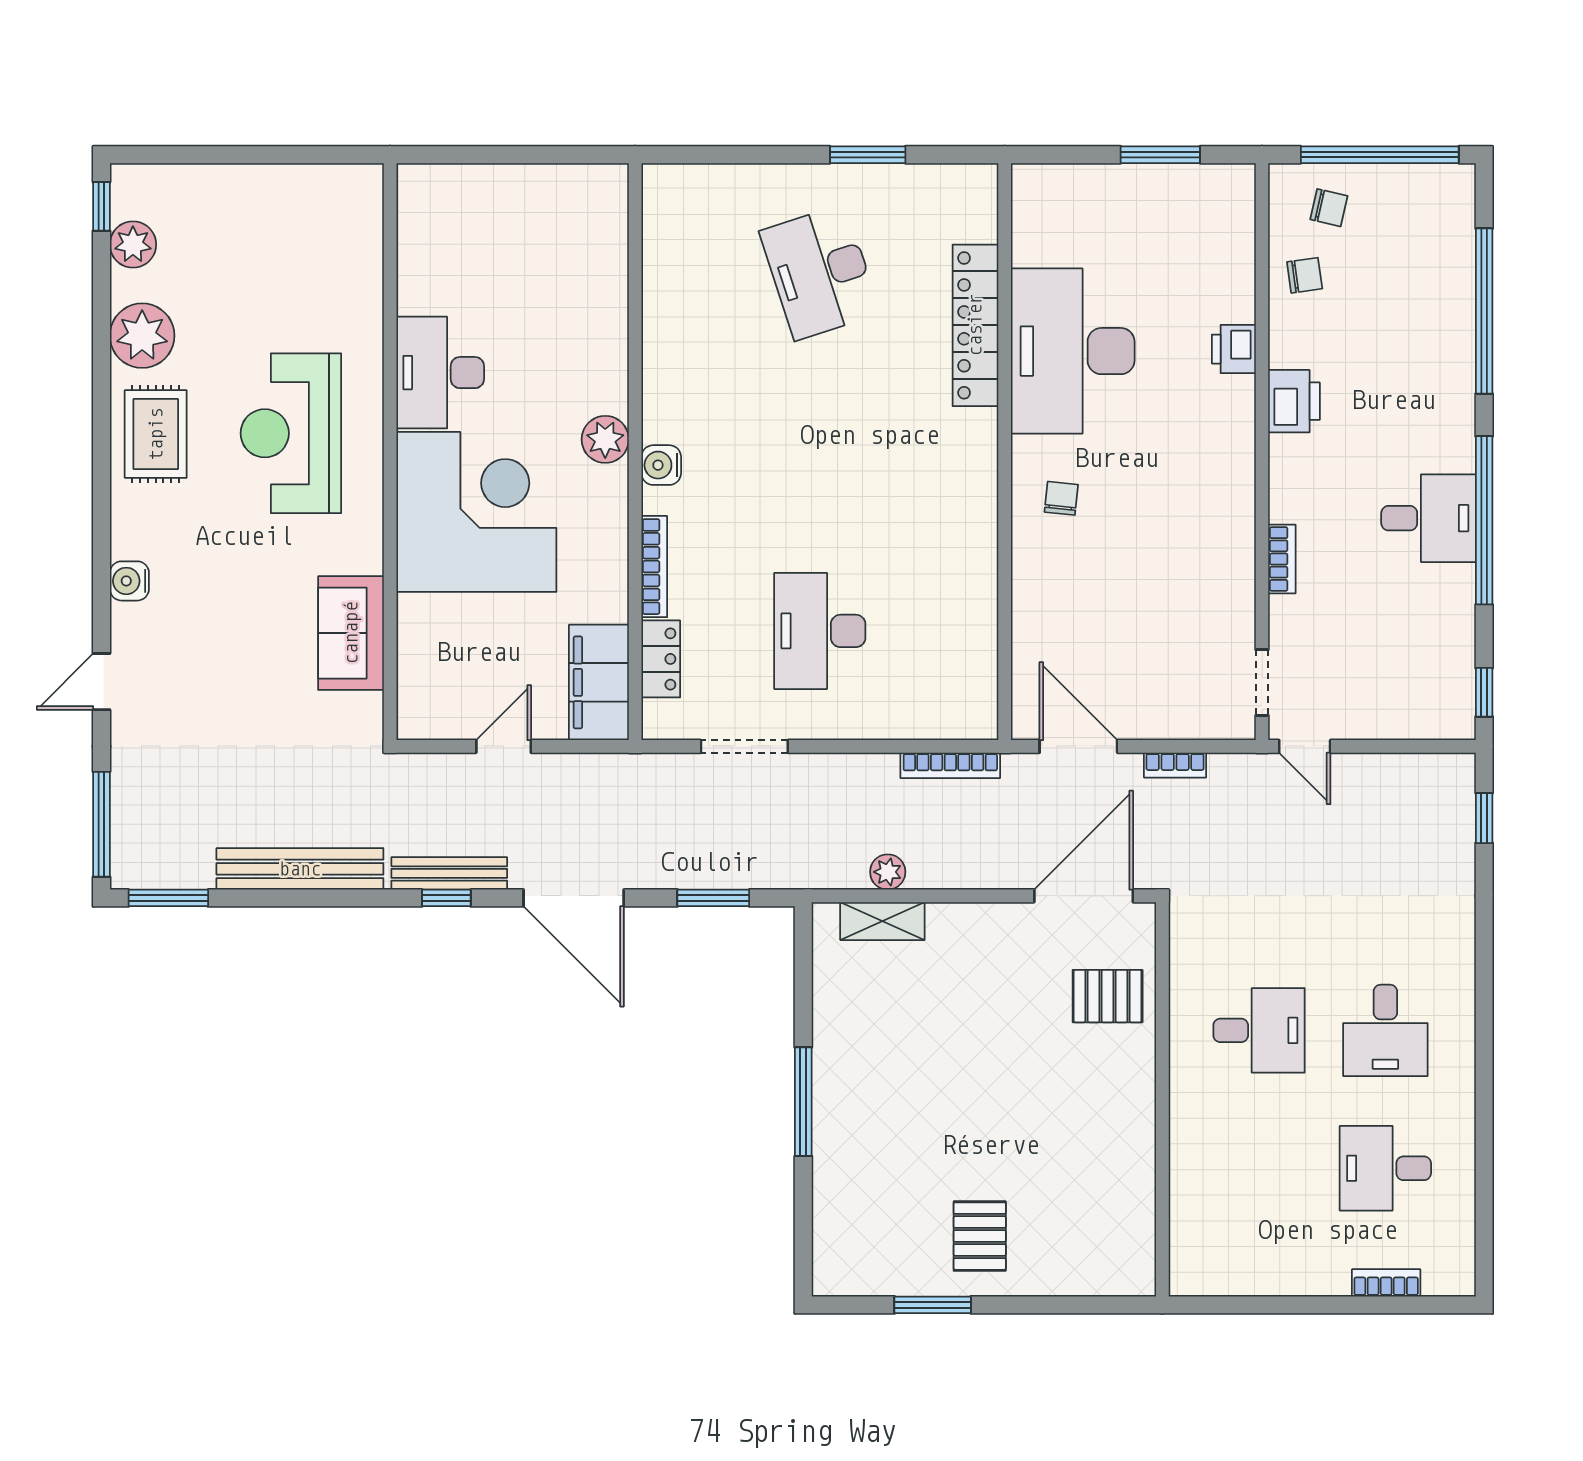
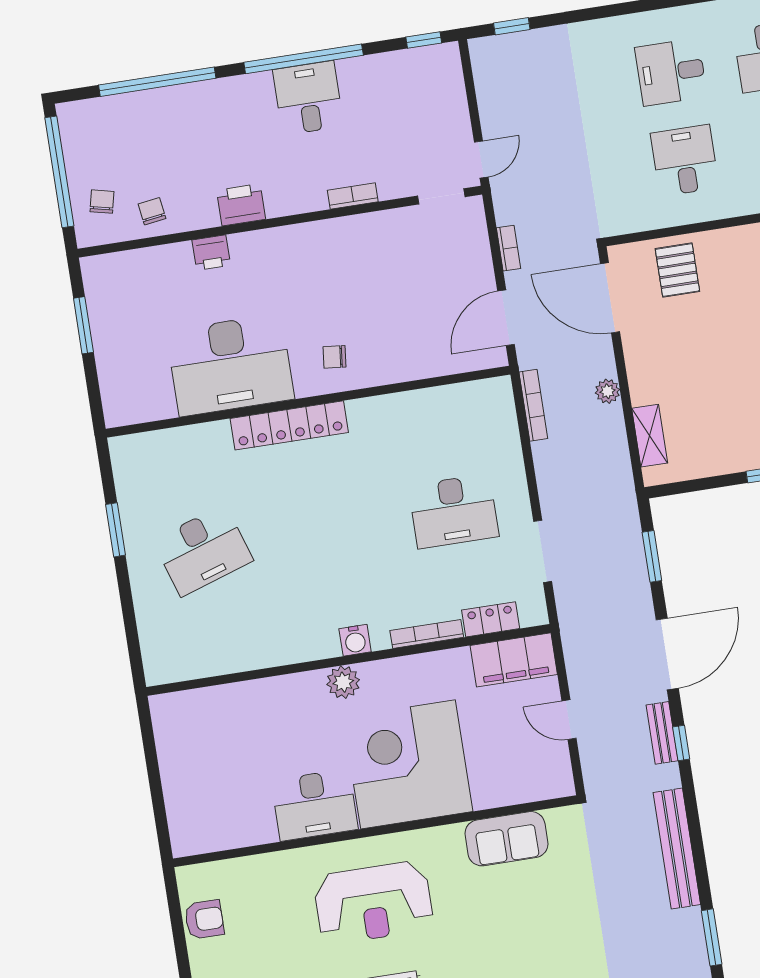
armchair: (304, 194) -> (204, 919), added
locker: (975, 325) -> (289, 425), moved
plant: (888, 872) -> (607, 391), moved
bench: (449, 873) -> (662, 733), width x0.73
desk: (1385, 1030) -> (671, 72), turned 180

